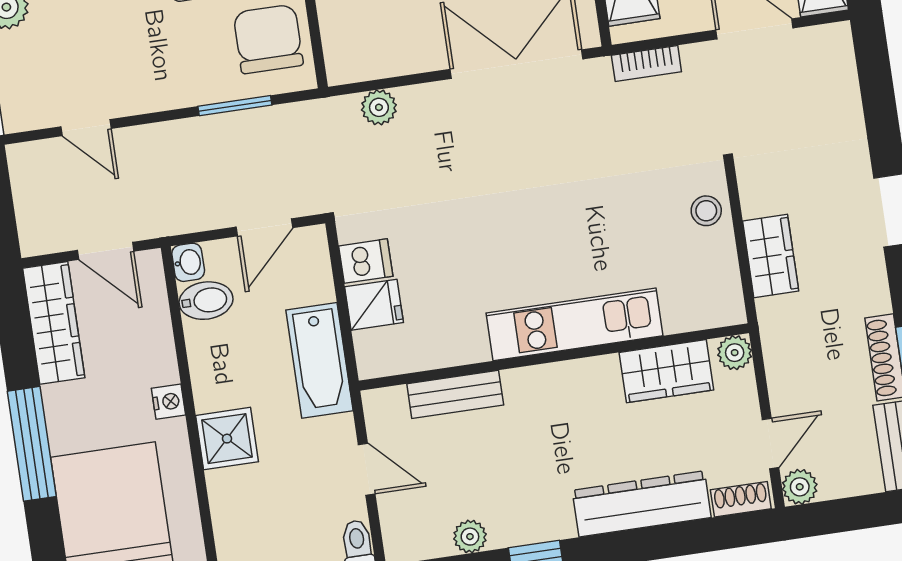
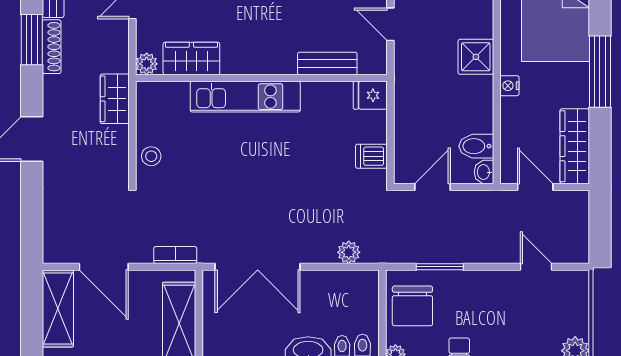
wardrobe: (771, 256) -> (115, 99), moved
fridge: (374, 305) -> (370, 95), moved
bathtub: (319, 360) -> (410, 98), removed

